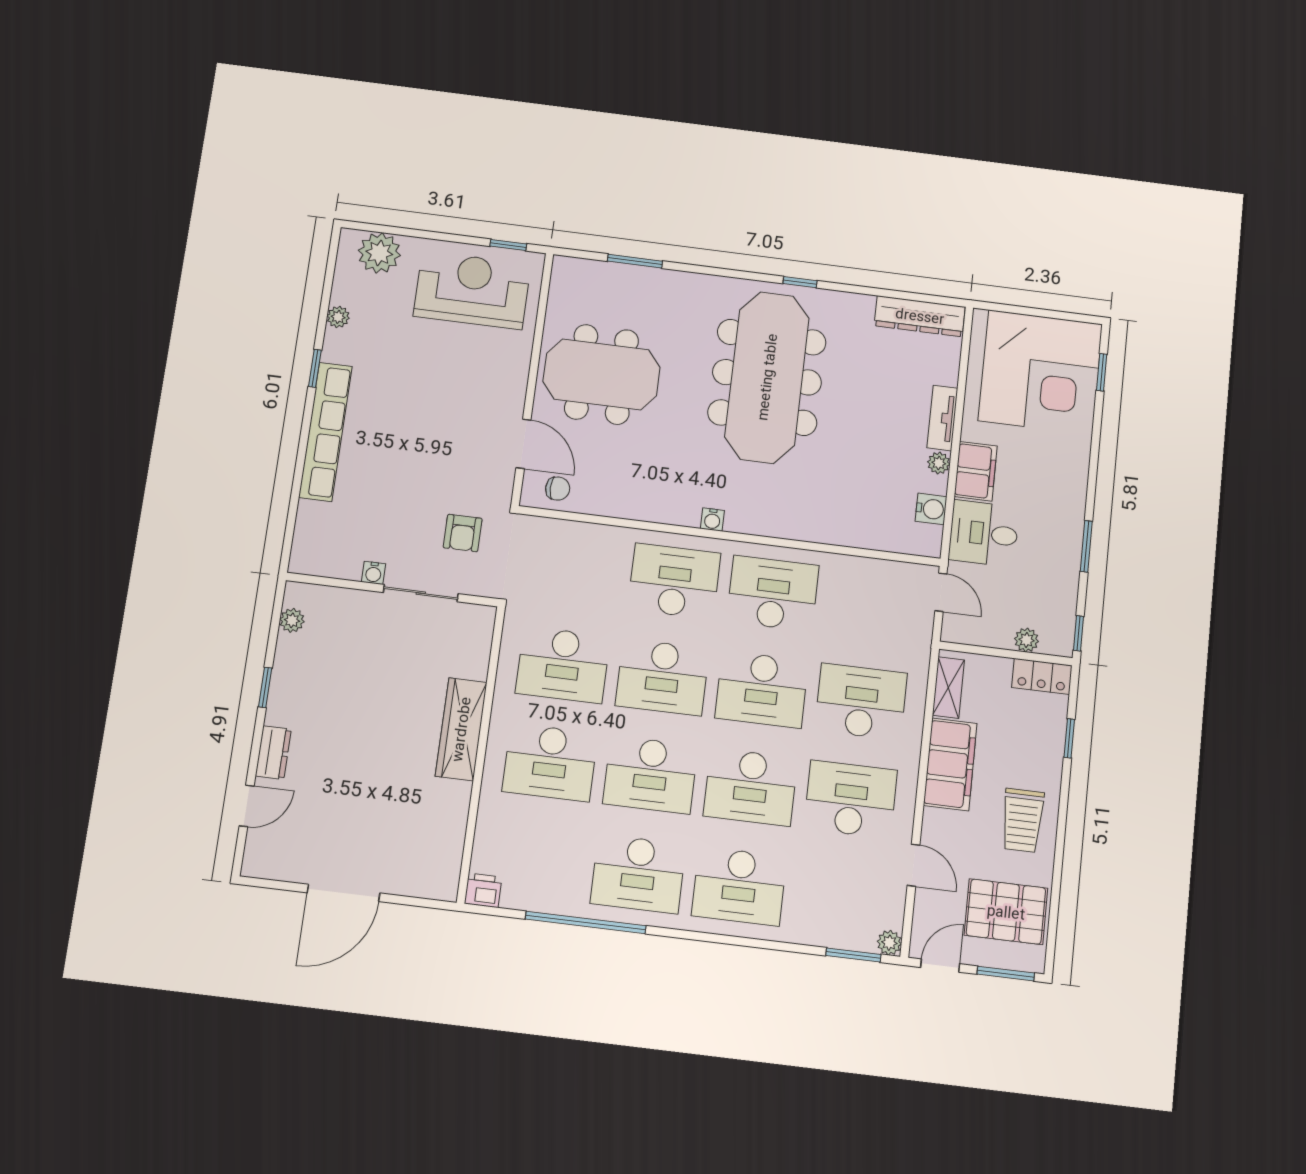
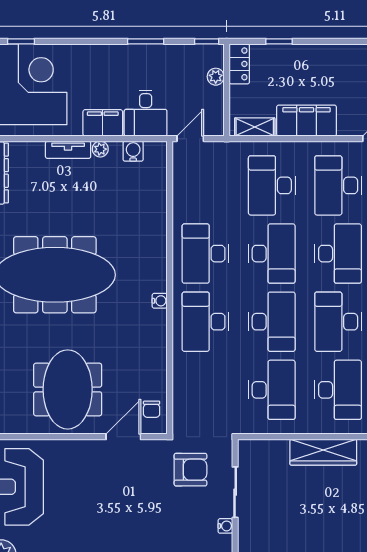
chair: (558, 489) -> (152, 409), turned 180
armchair: (463, 533) -> (191, 470), width x1.38, depth x1.38
desk: (650, 775) -> (338, 322), turned 180
trolley: (1023, 820) -> (338, 68), removed

